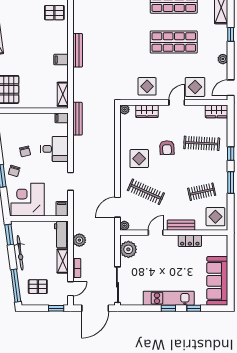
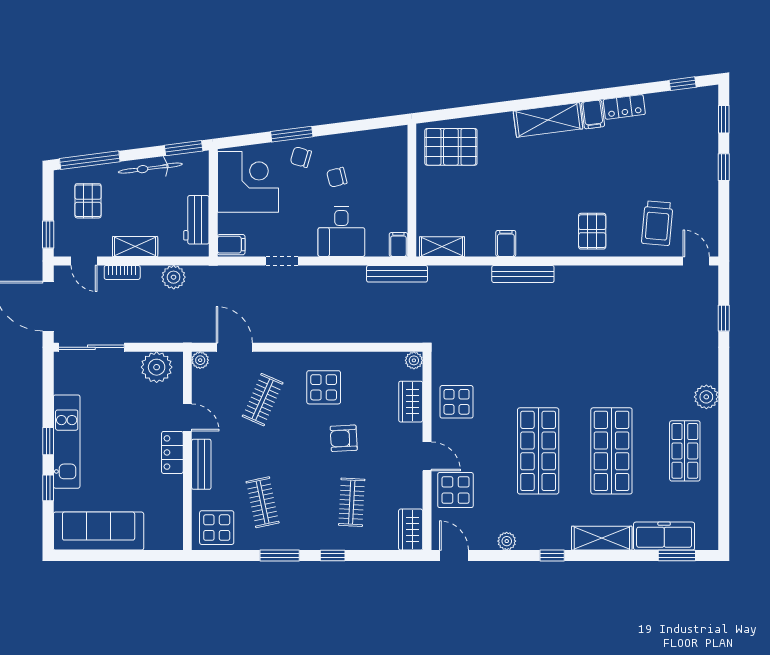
clothes rail: (202, 143) -> (352, 502), width x0.73
clothes rail: (146, 192) -> (263, 400), width x0.73
workbench: (61, 235) -> (196, 220), moved, turned -90
locker: (190, 241) -> (172, 452), moved

